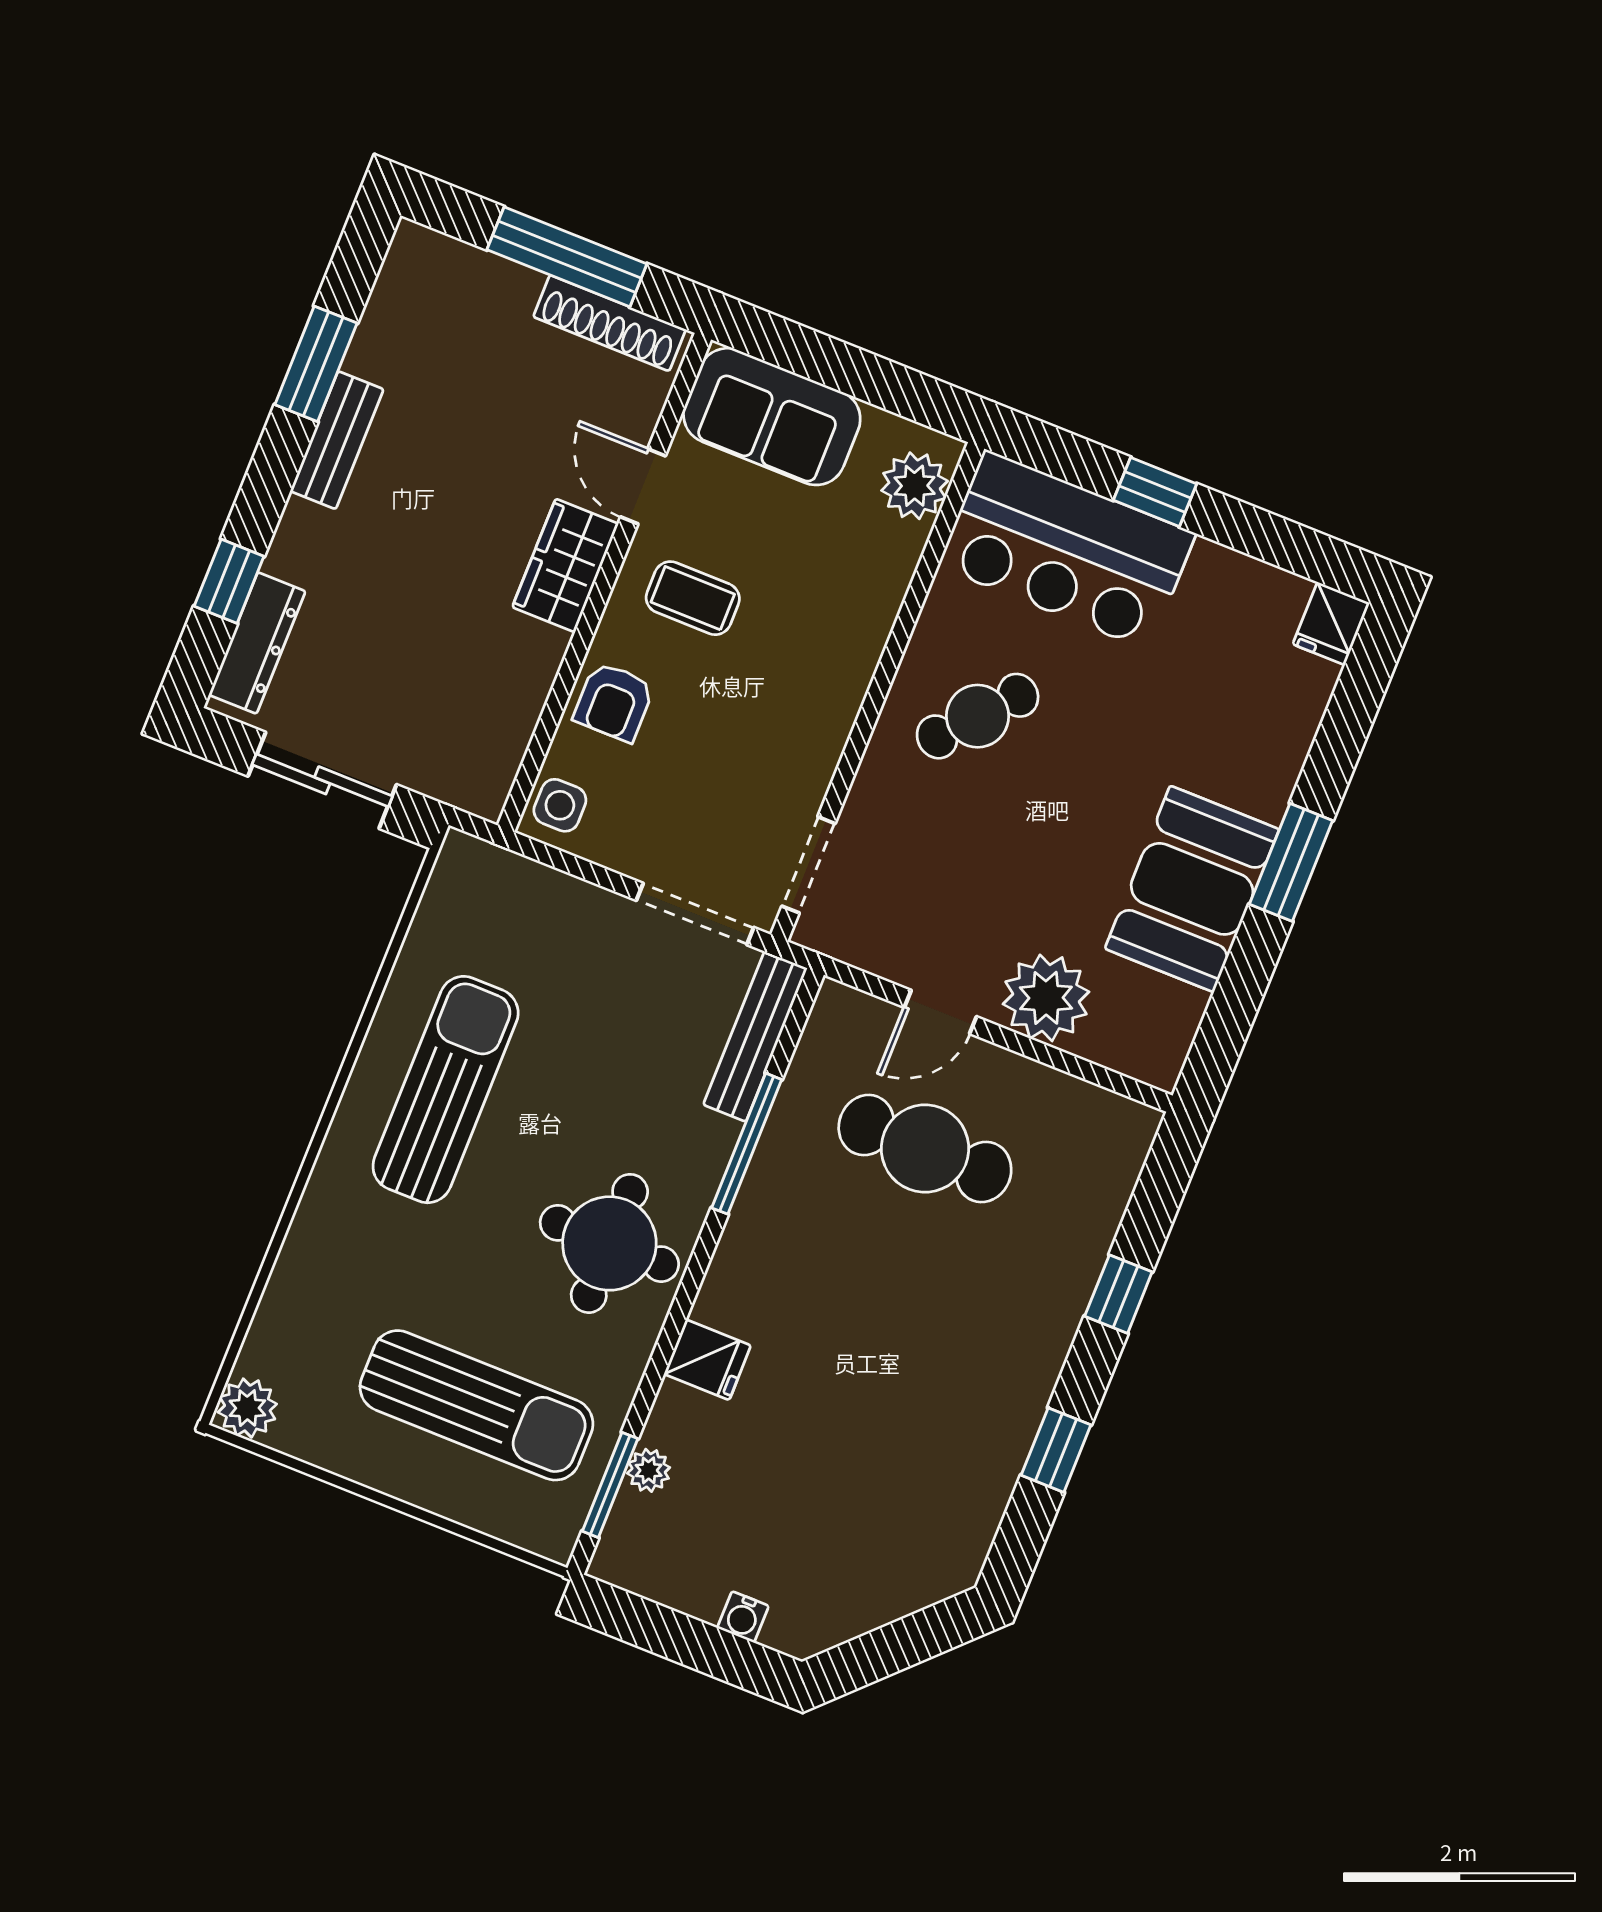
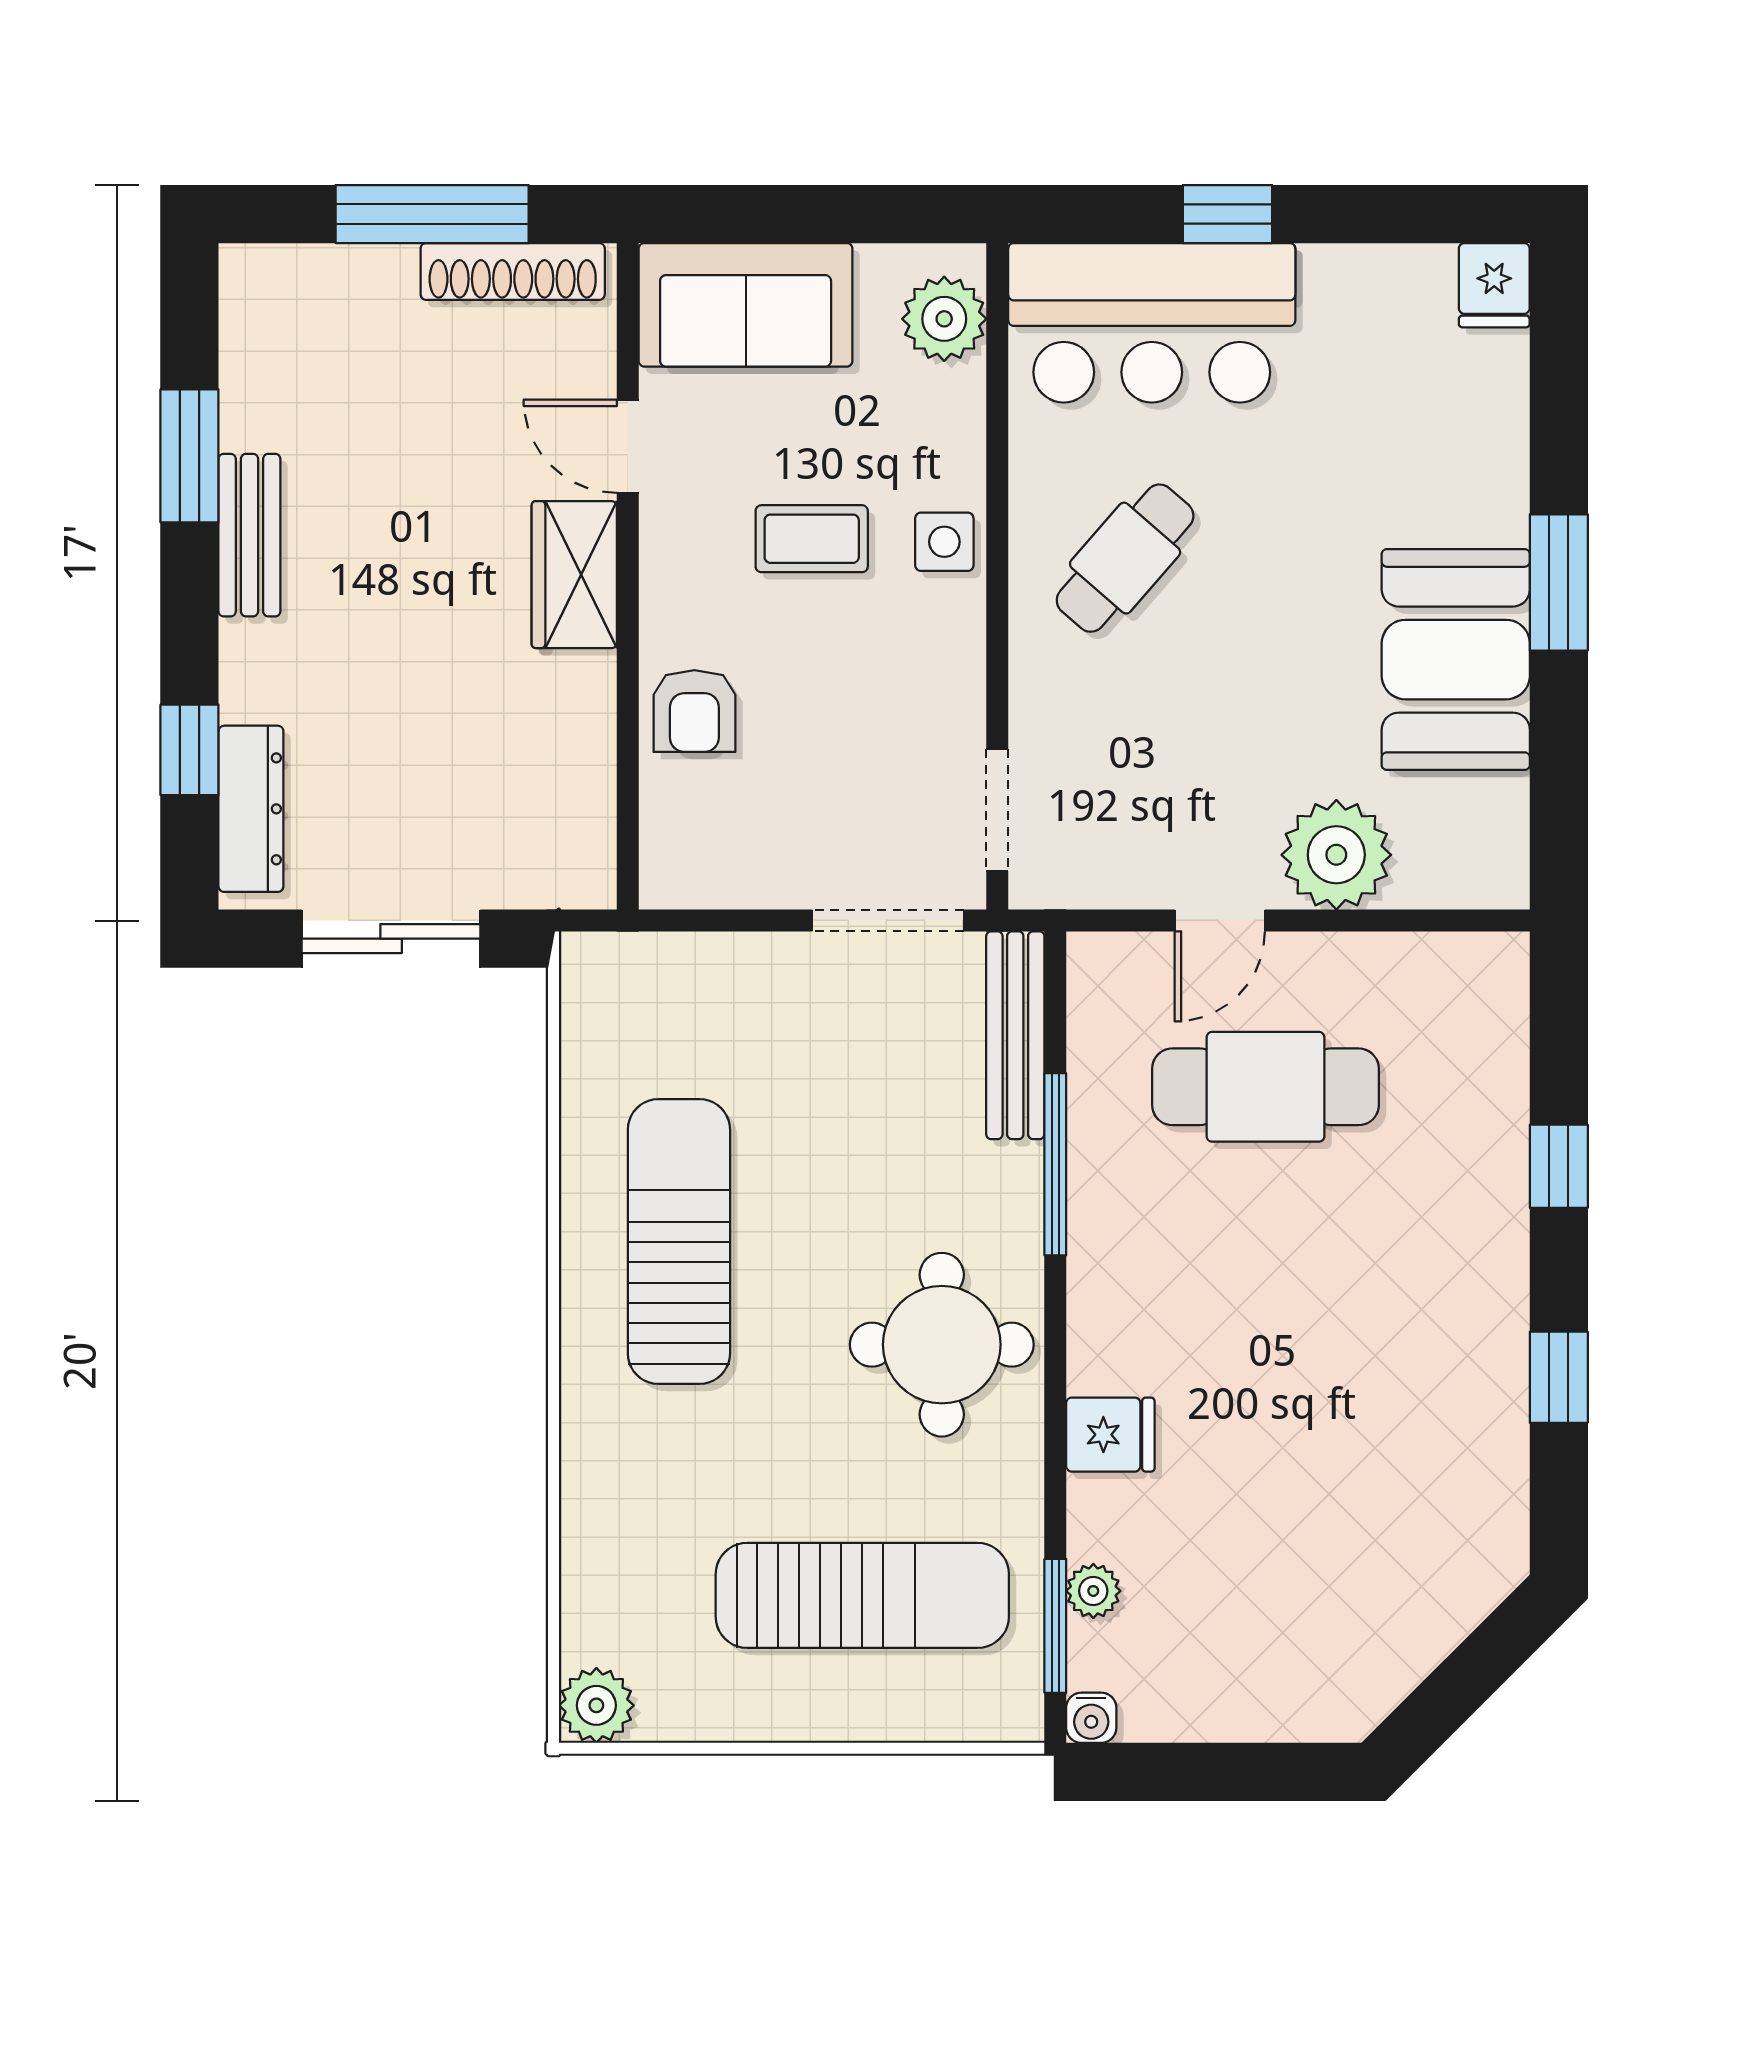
coffee table: (693, 598) -> (812, 539), moved
side table: (560, 805) -> (944, 542), moved
water cooler: (743, 1617) -> (1091, 1718), moved

